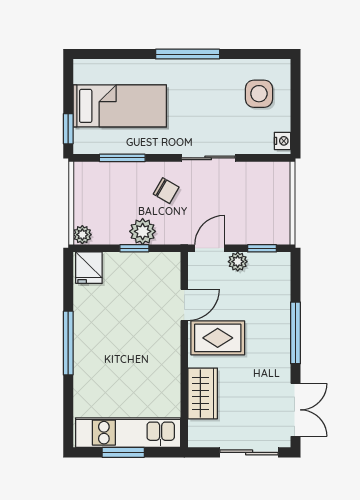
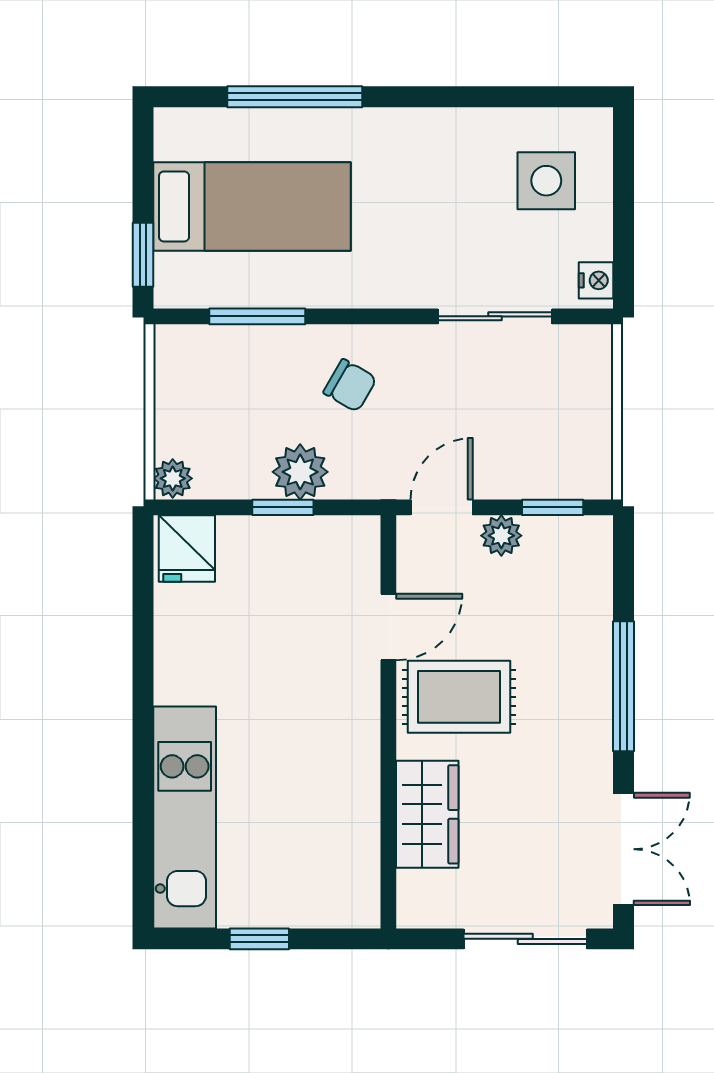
window: (188, 54) -> (295, 97), moved
sliding door: (208, 158) -> (495, 316), moved
window: (68, 343) -> (143, 708), removed
kitchen unit: (128, 433) -> (185, 817), moved, turned 90
window: (123, 452) -> (259, 939), width x0.67

